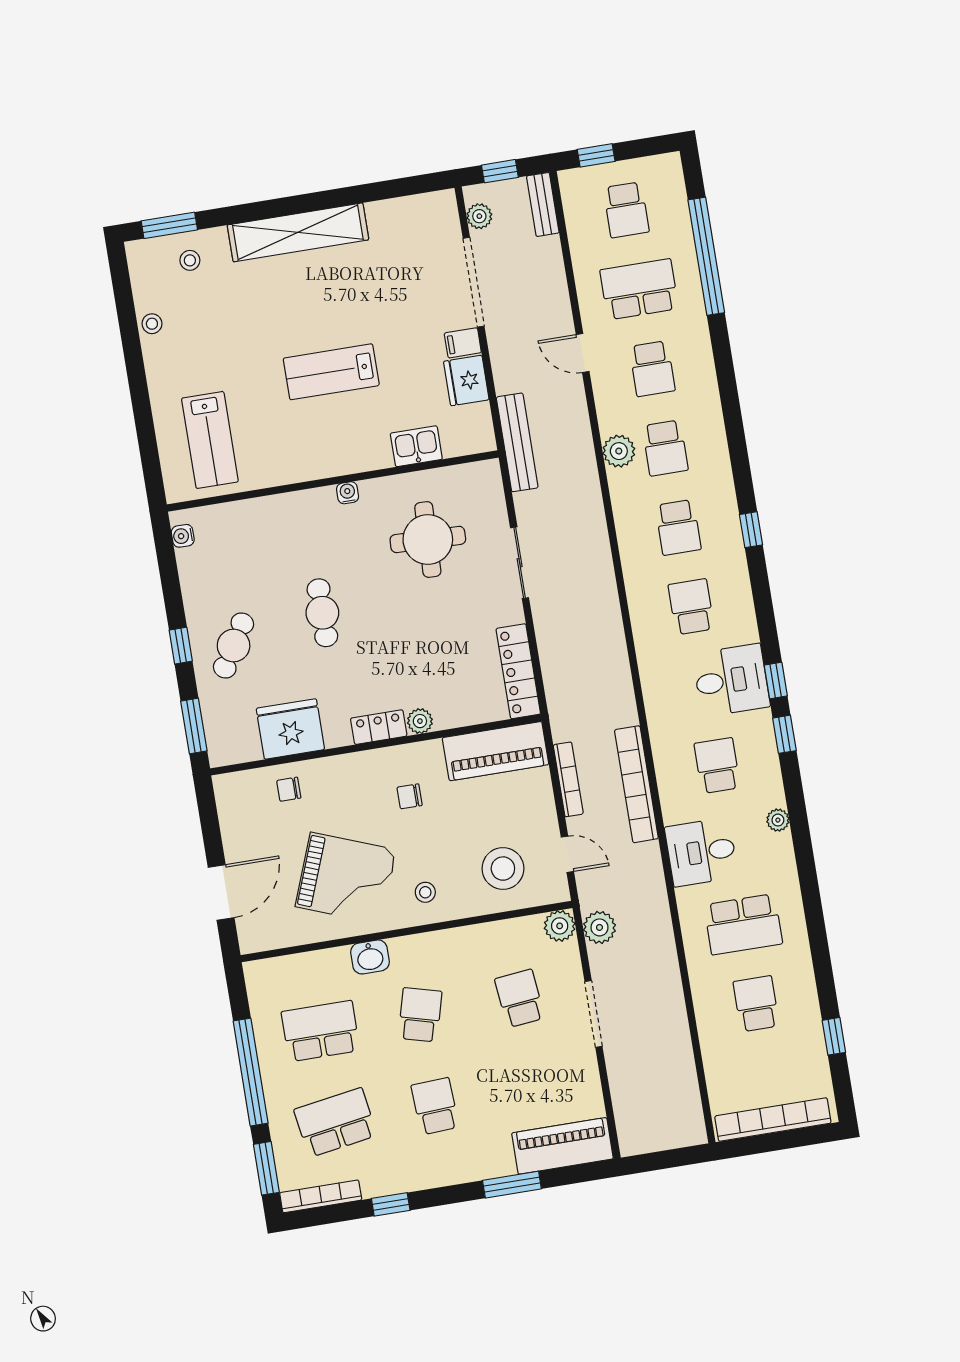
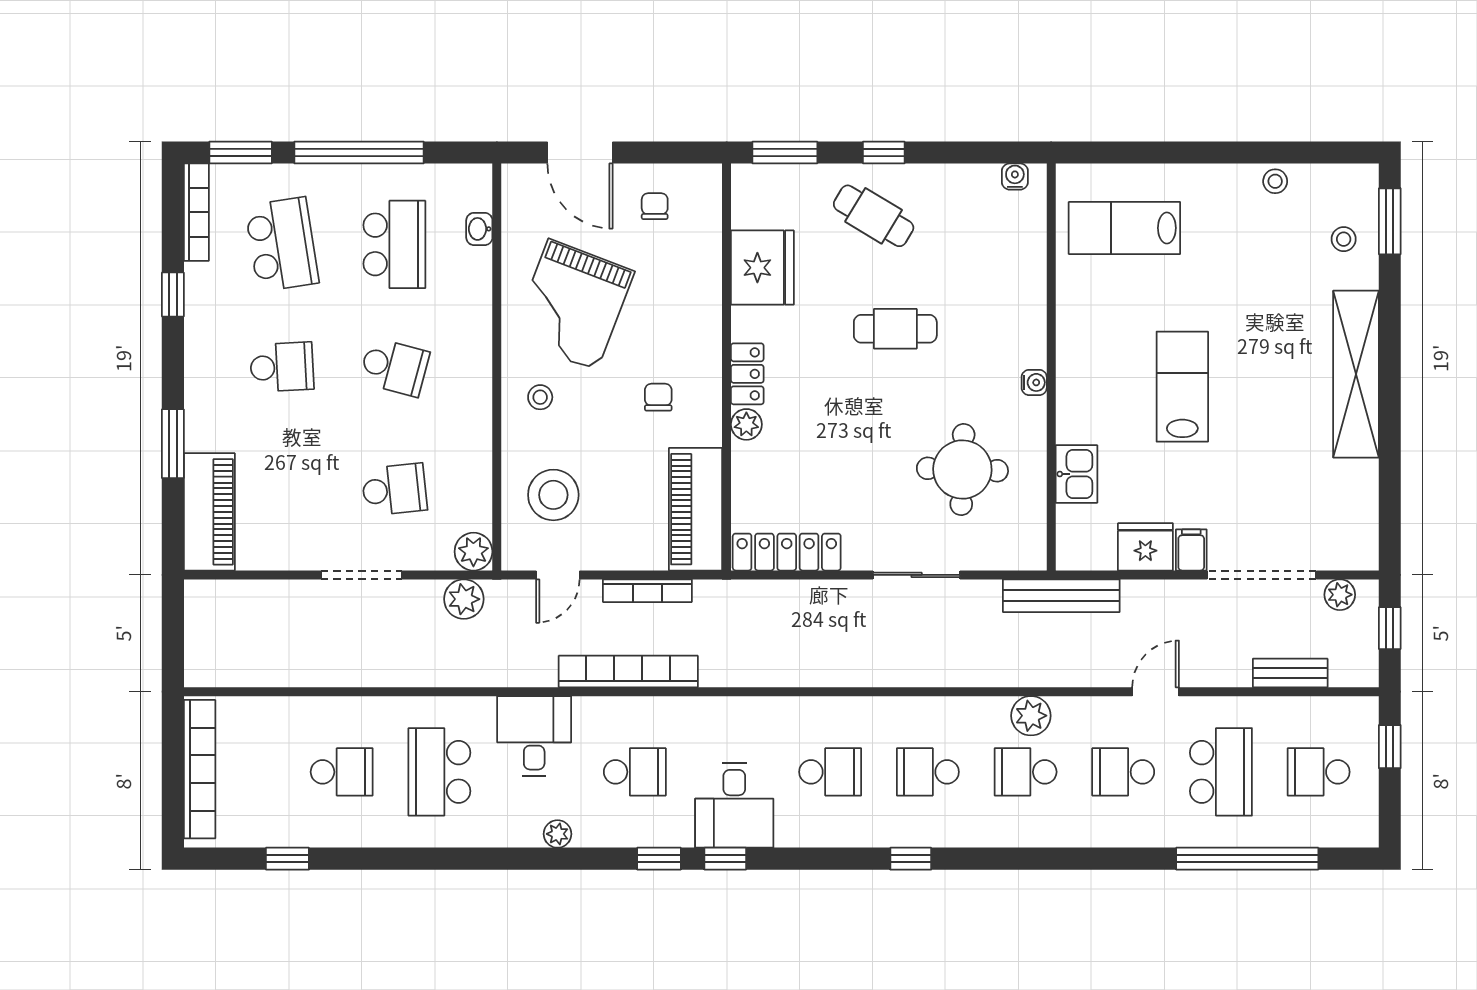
bench: (543, 204) -> (1290, 673), moved
chair: (289, 789) -> (655, 206), moved
washbasin: (370, 957) -> (479, 229), moved, width x0.72, depth x0.69

